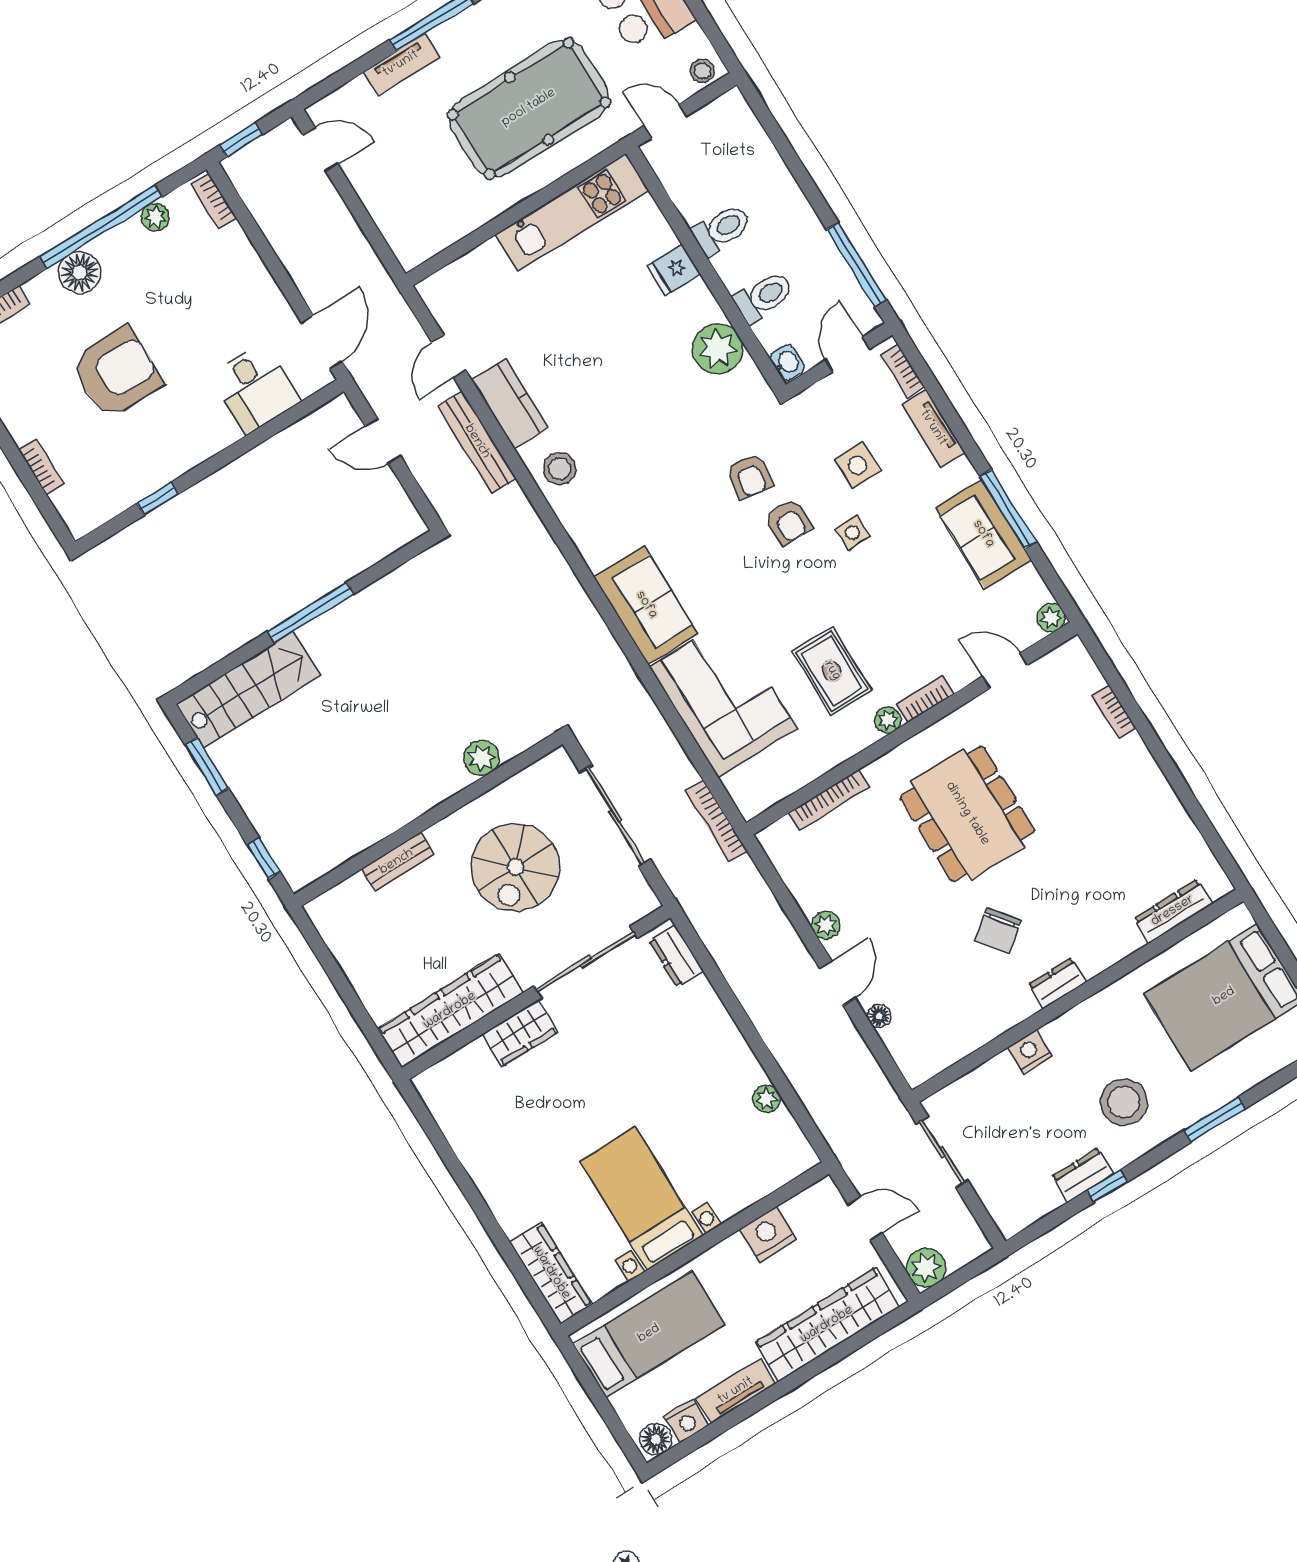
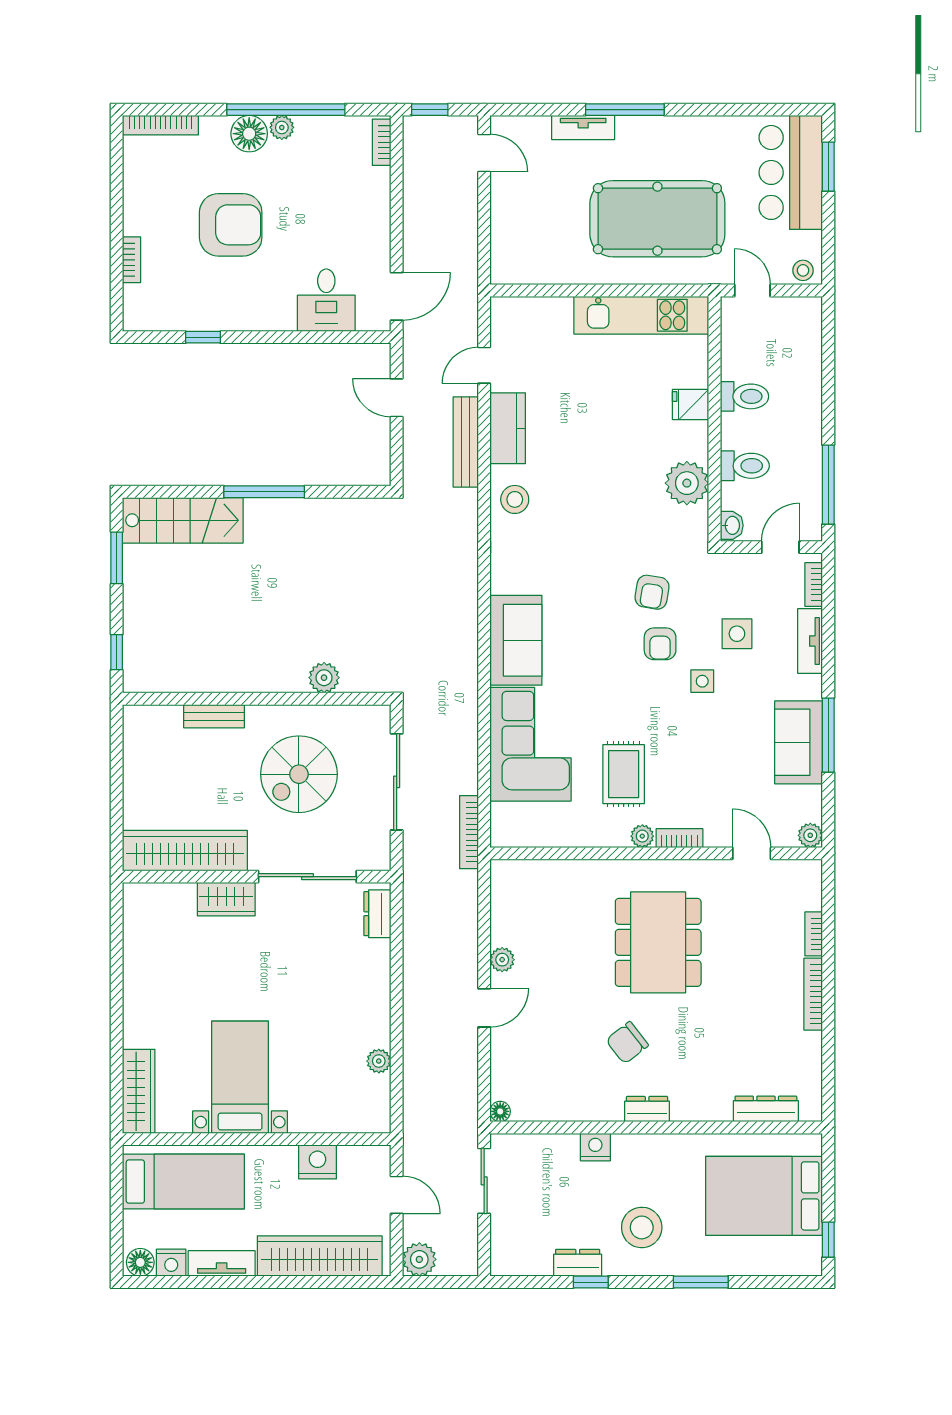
plant: (155, 217) -> (282, 127), moved
bookcase: (829, 800) -> (813, 994), moved, turned 90
floor lamp: (879, 1016) -> (500, 1111), moved

